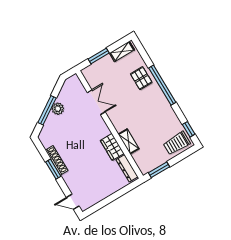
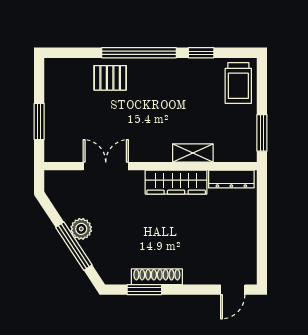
shelving: (122, 51) -> (53, 83), removed
window: (189, 129) -> (201, 53), moved
wardrobe: (112, 147) -> (176, 182), width x1.50
window: (53, 169) -> (144, 290), moved

